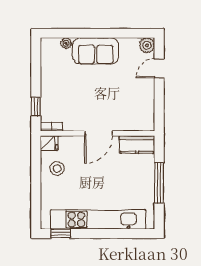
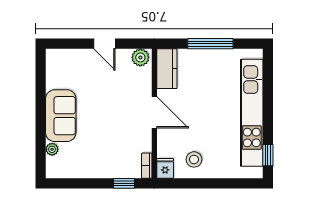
plant: (147, 45) -> (140, 57), moved
door: (159, 68) -> (104, 44), moved

